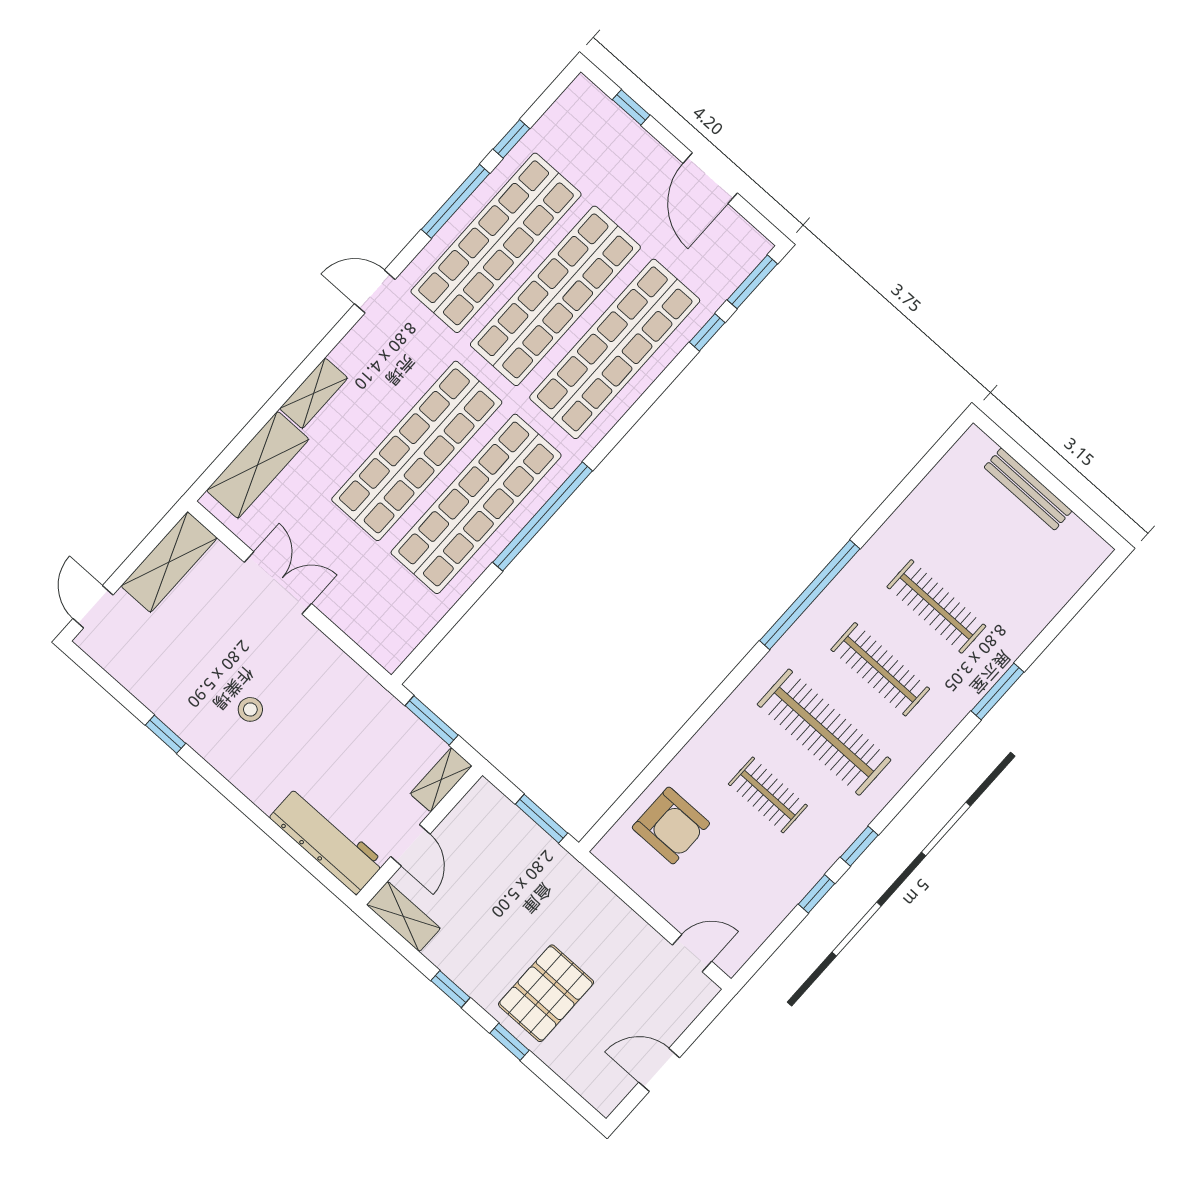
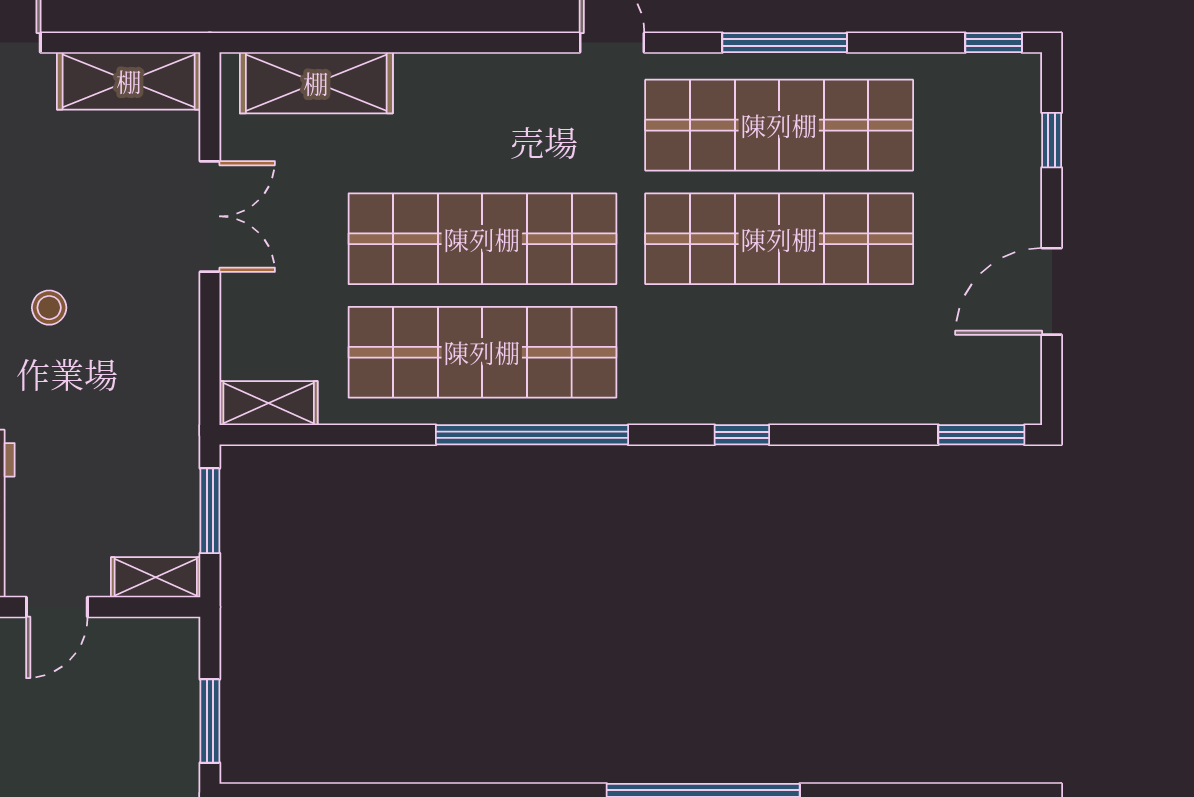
window: (511, 139) -> (994, 43), moved
window: (707, 332) -> (742, 435), moved
shop shelf: (615, 349) -> (779, 352), removed
shelving: (314, 393) -> (269, 403), moved

